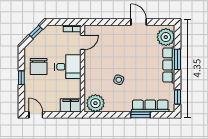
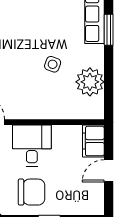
plant: (95, 103) -> (90, 82), moved
door: (36, 115) -> (109, 171), moved

